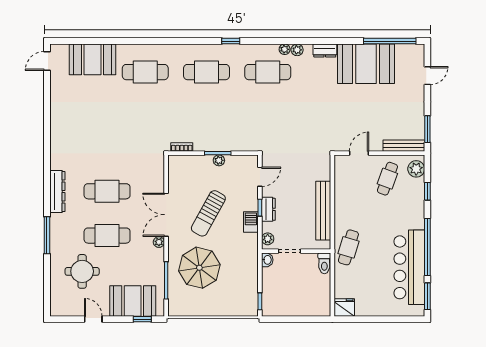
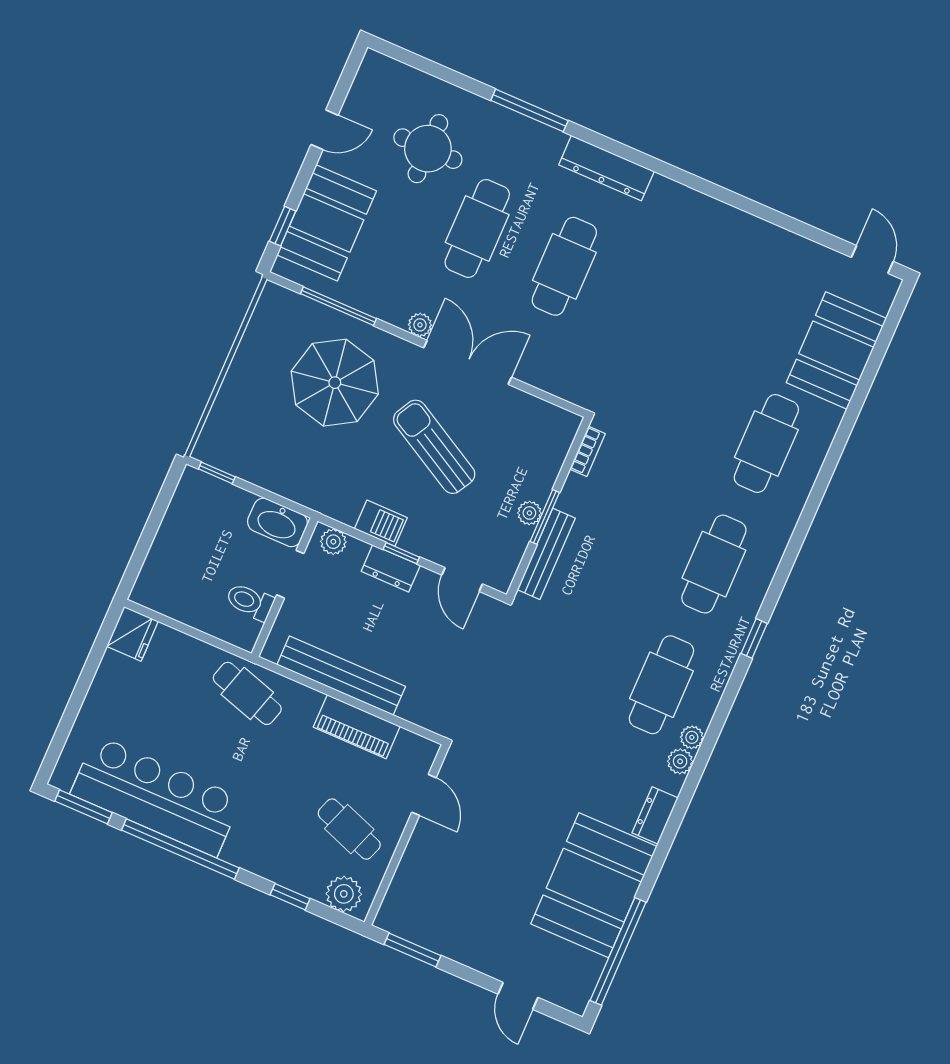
bench: (404, 146) -> (546, 554), moved
piano: (342, 194) -> (357, 727), added
washbasin: (267, 260) -> (278, 522), width x1.91, depth x1.45
toilet: (324, 263) -> (250, 602), moved

